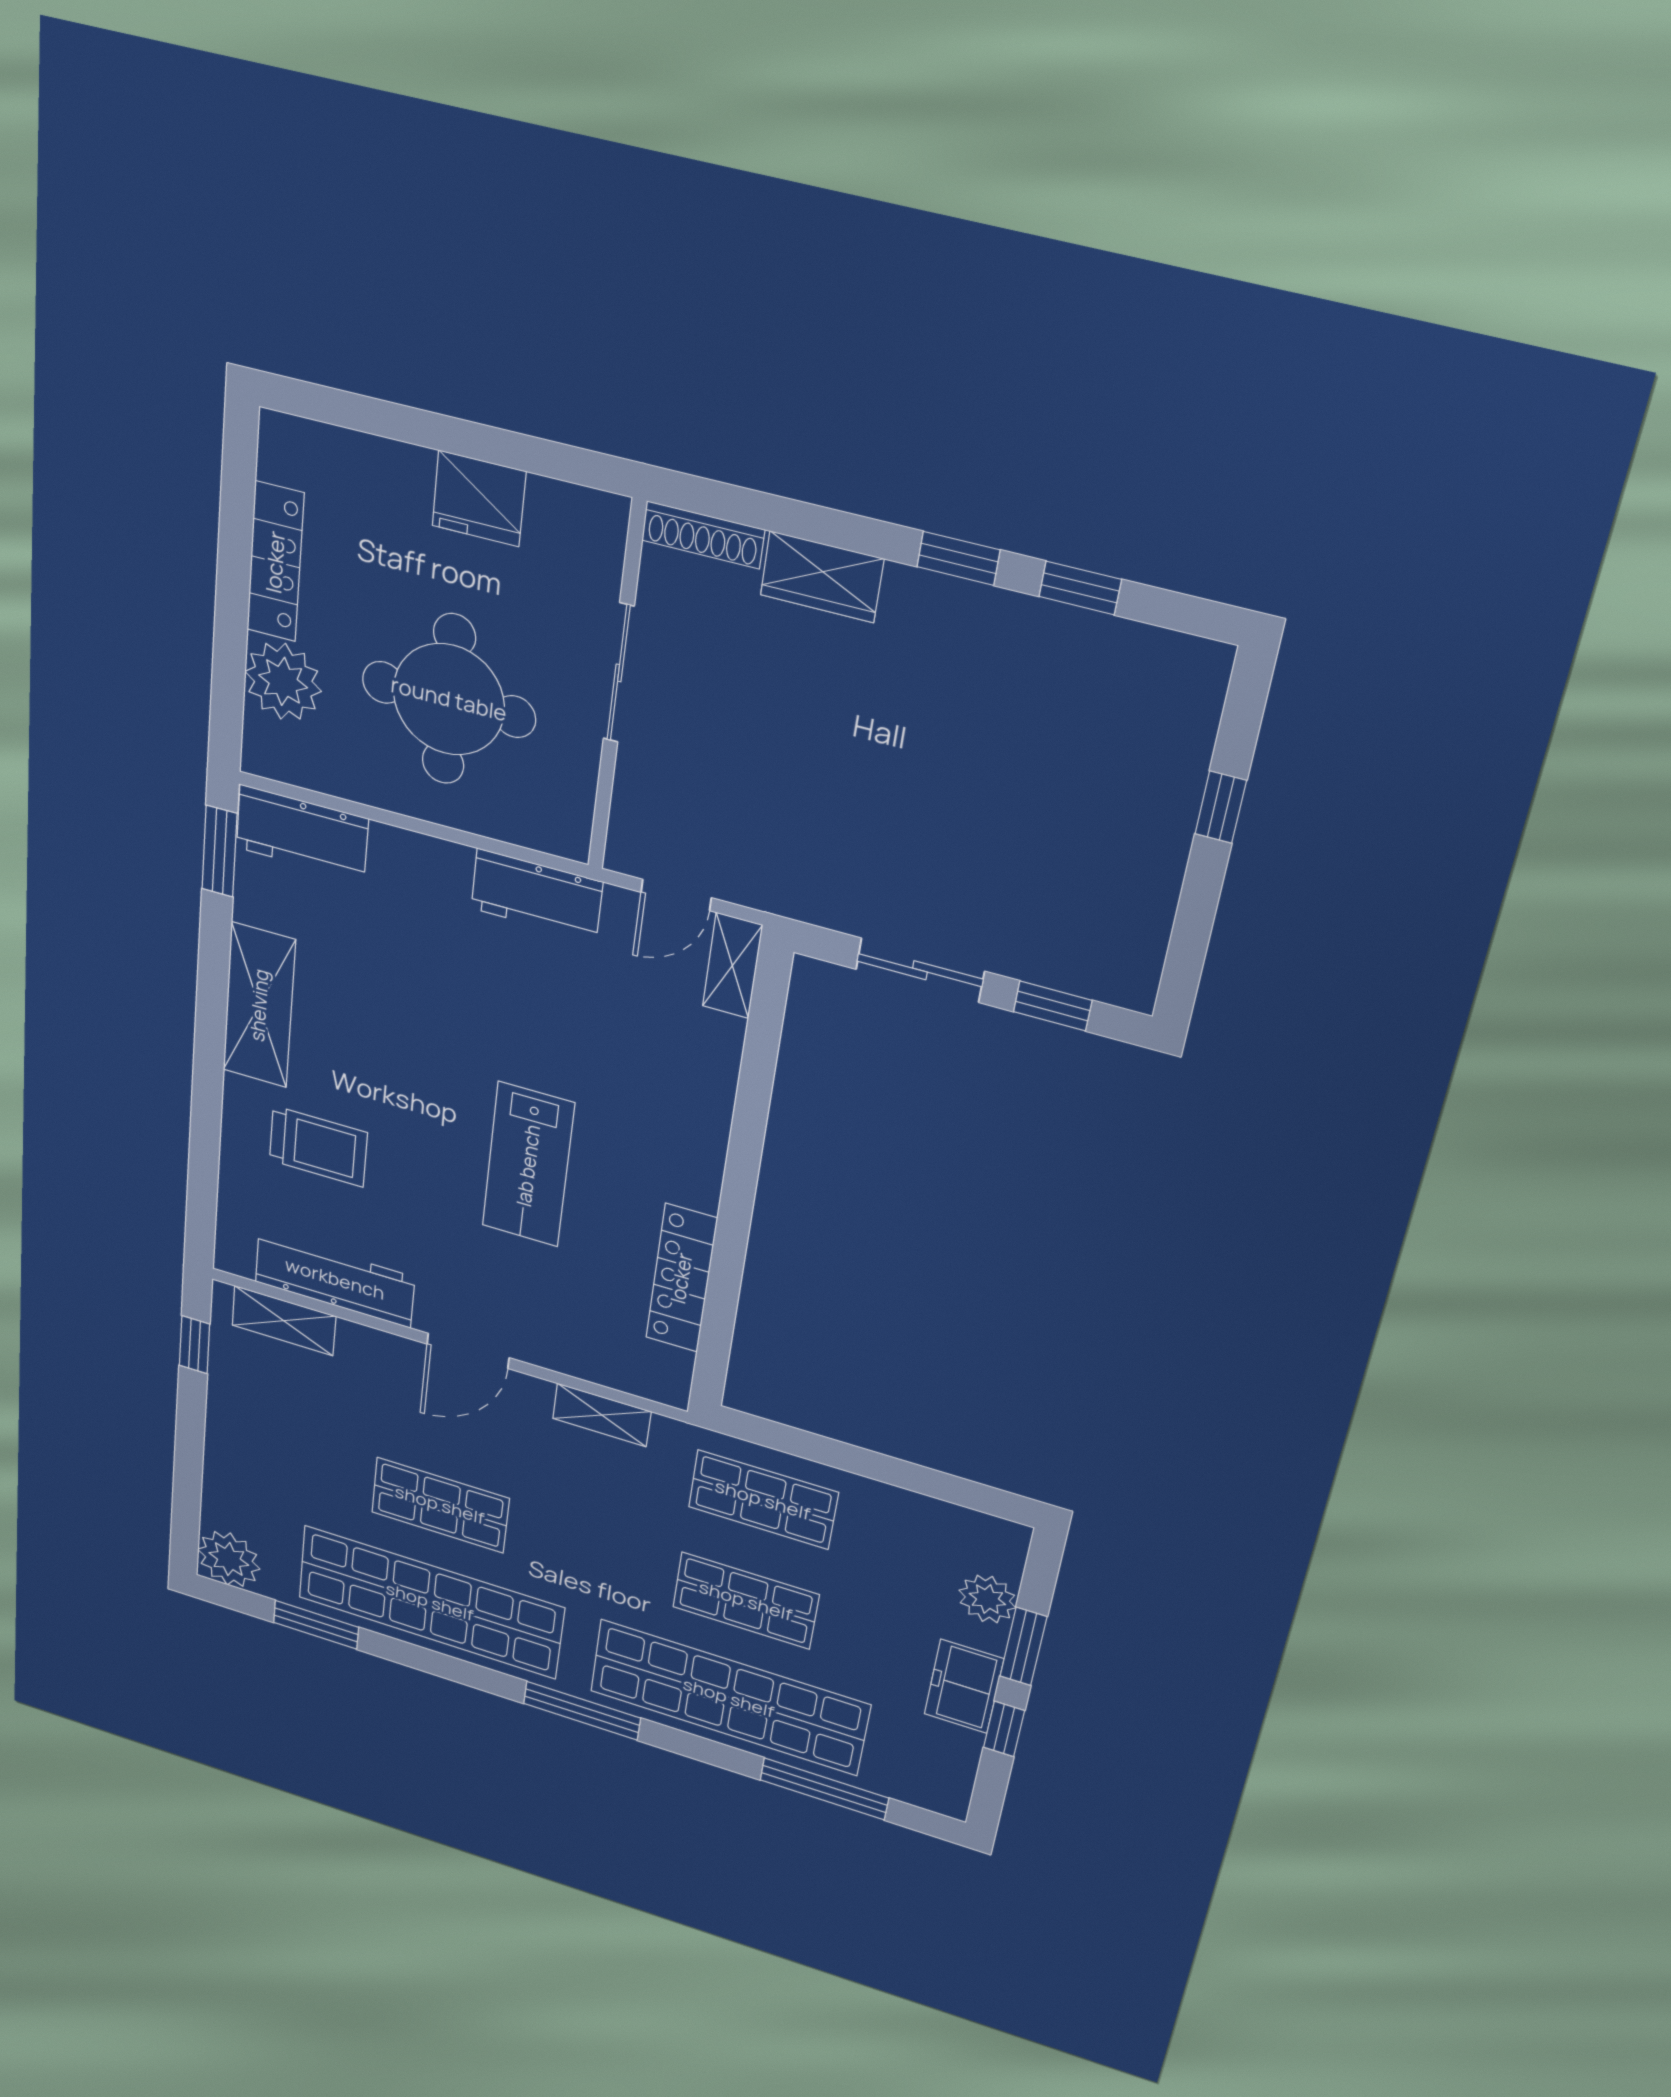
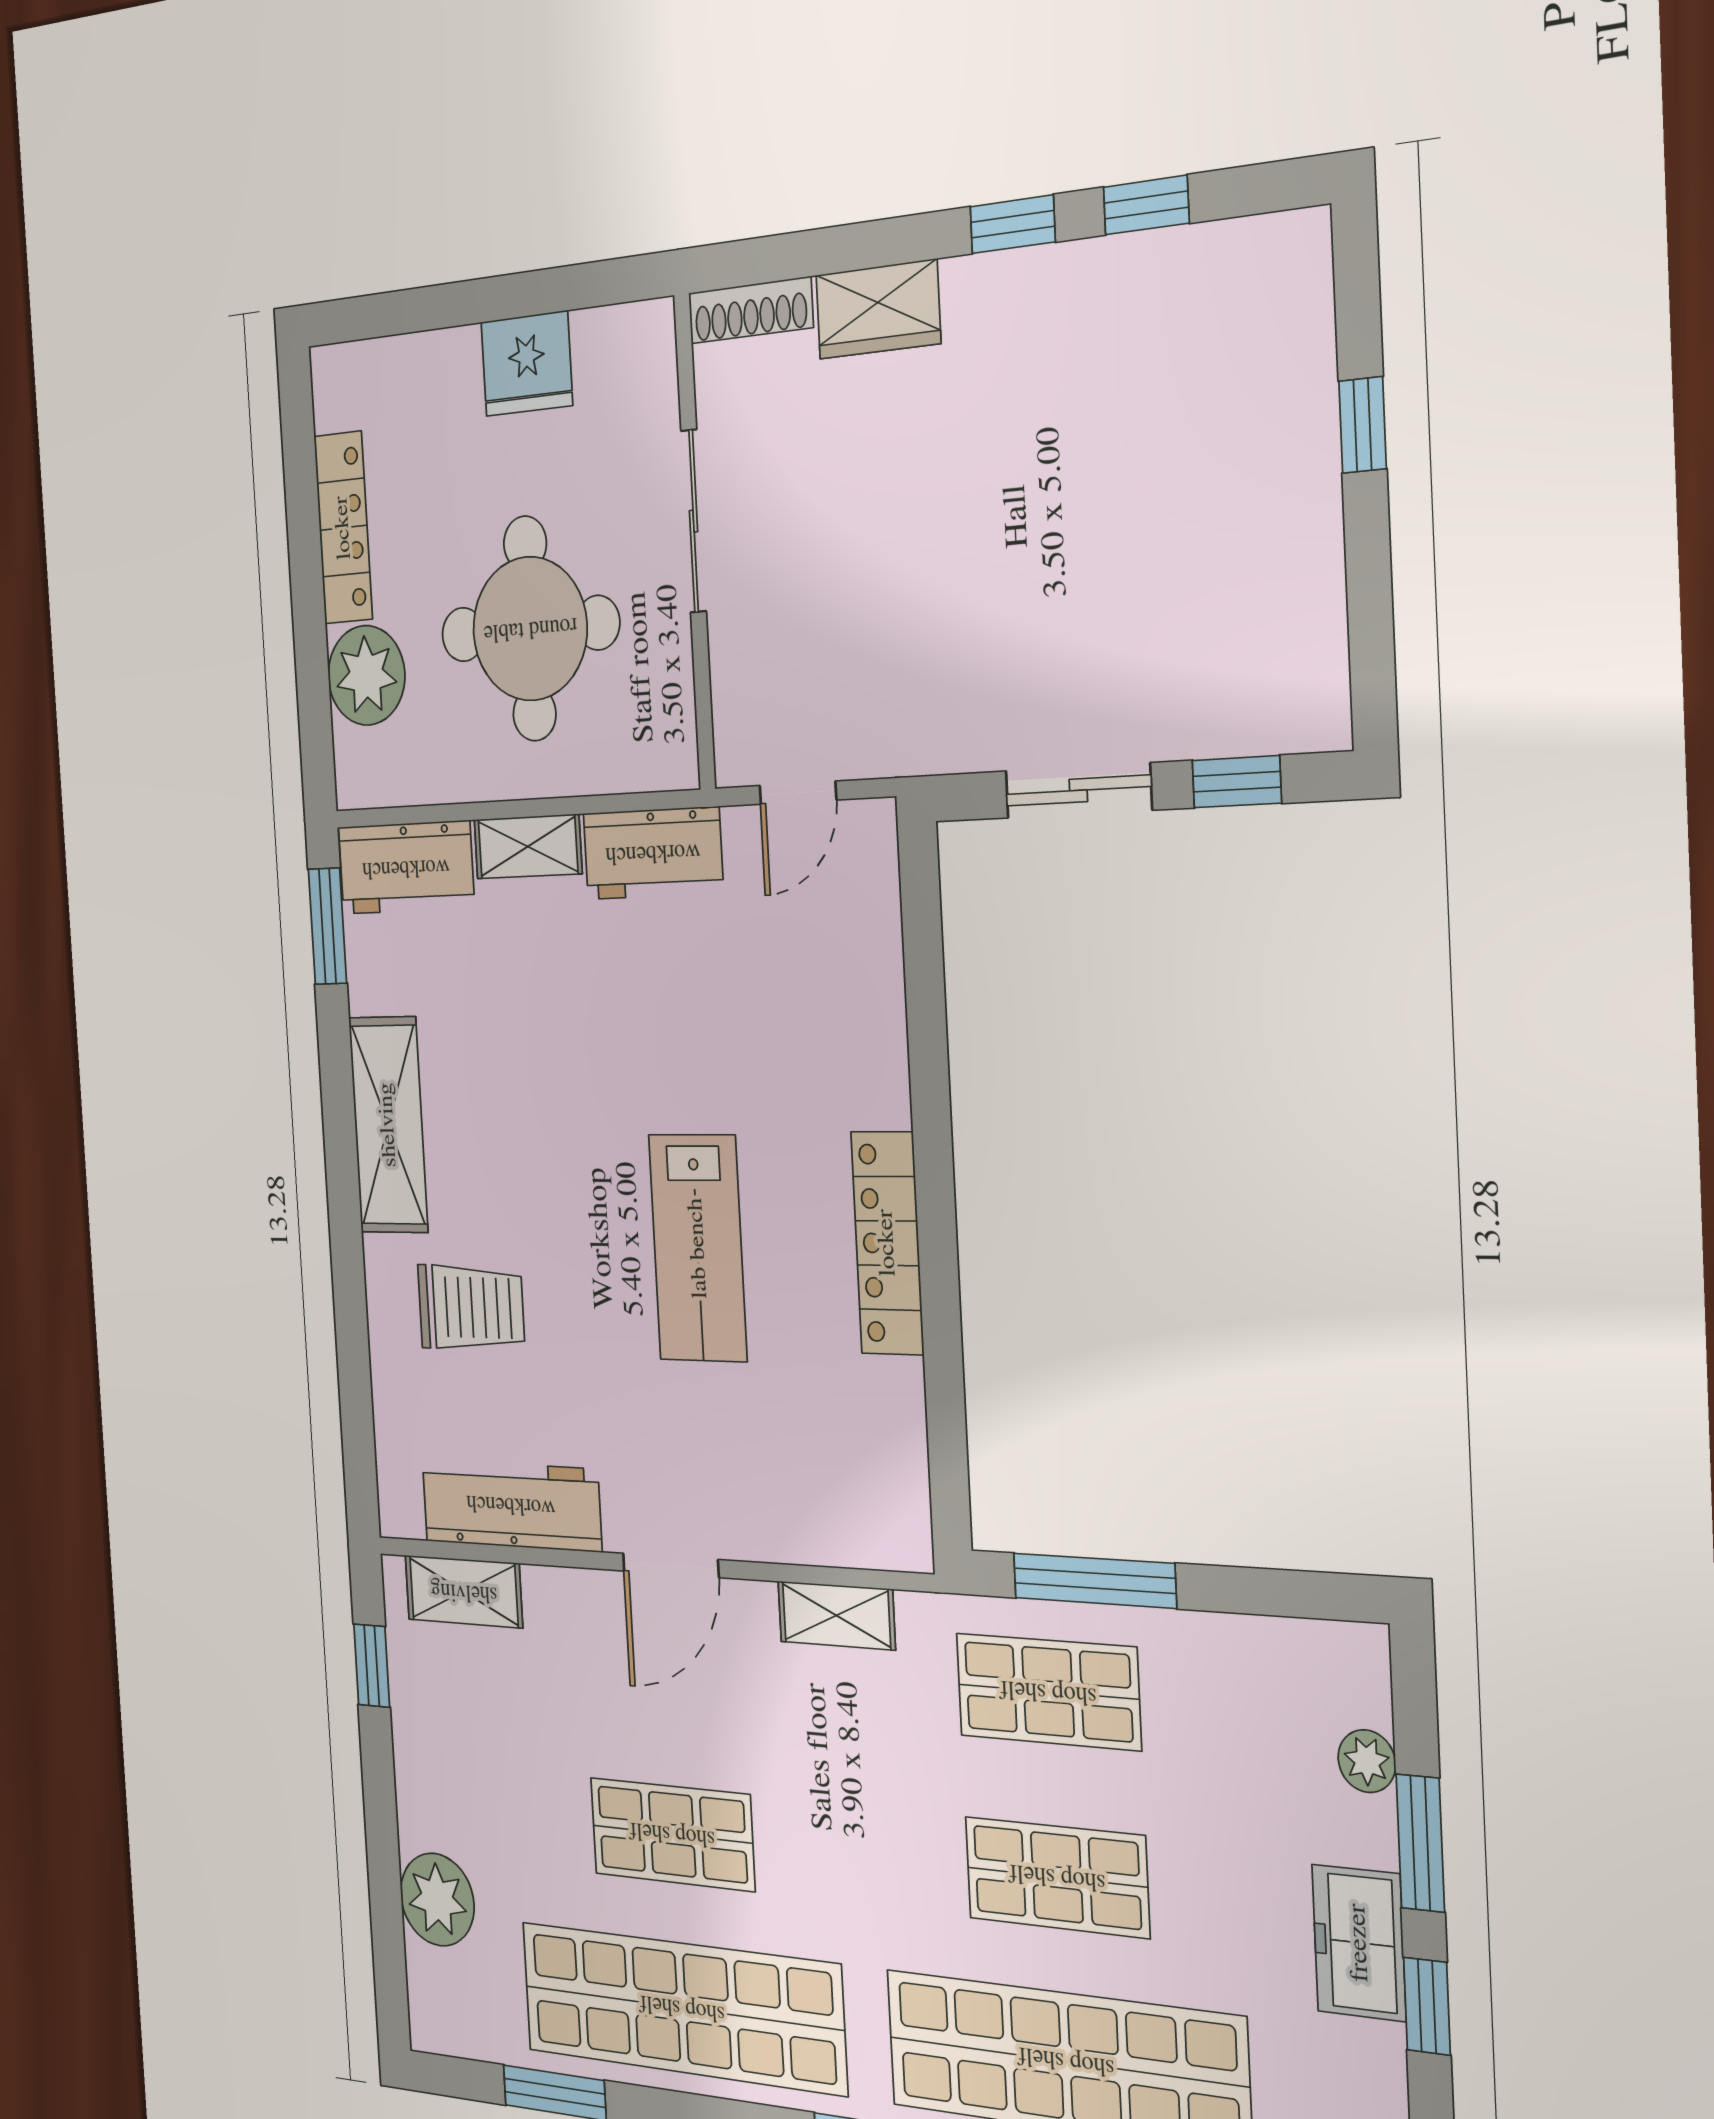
shelving: (732, 966) -> (528, 847), moved, turned 90
locker: (681, 1278) -> (887, 1243), moved
window: (815, 1448) -> (1094, 1581), added
plant: (229, 1559) -> (437, 1900), moved
plant: (987, 1599) -> (1367, 1761), width x0.73, depth x0.73

